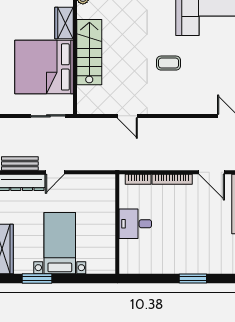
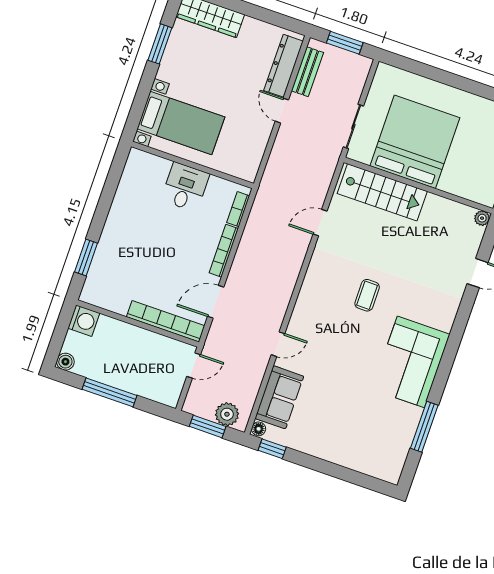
wardrobe: (64, 23) -> (460, 185), removed
stairs: (89, 52) -> (382, 192), moved
bed with nightstands: (60, 243) -> (181, 123), moved
window: (193, 278) -> (86, 257), moved

